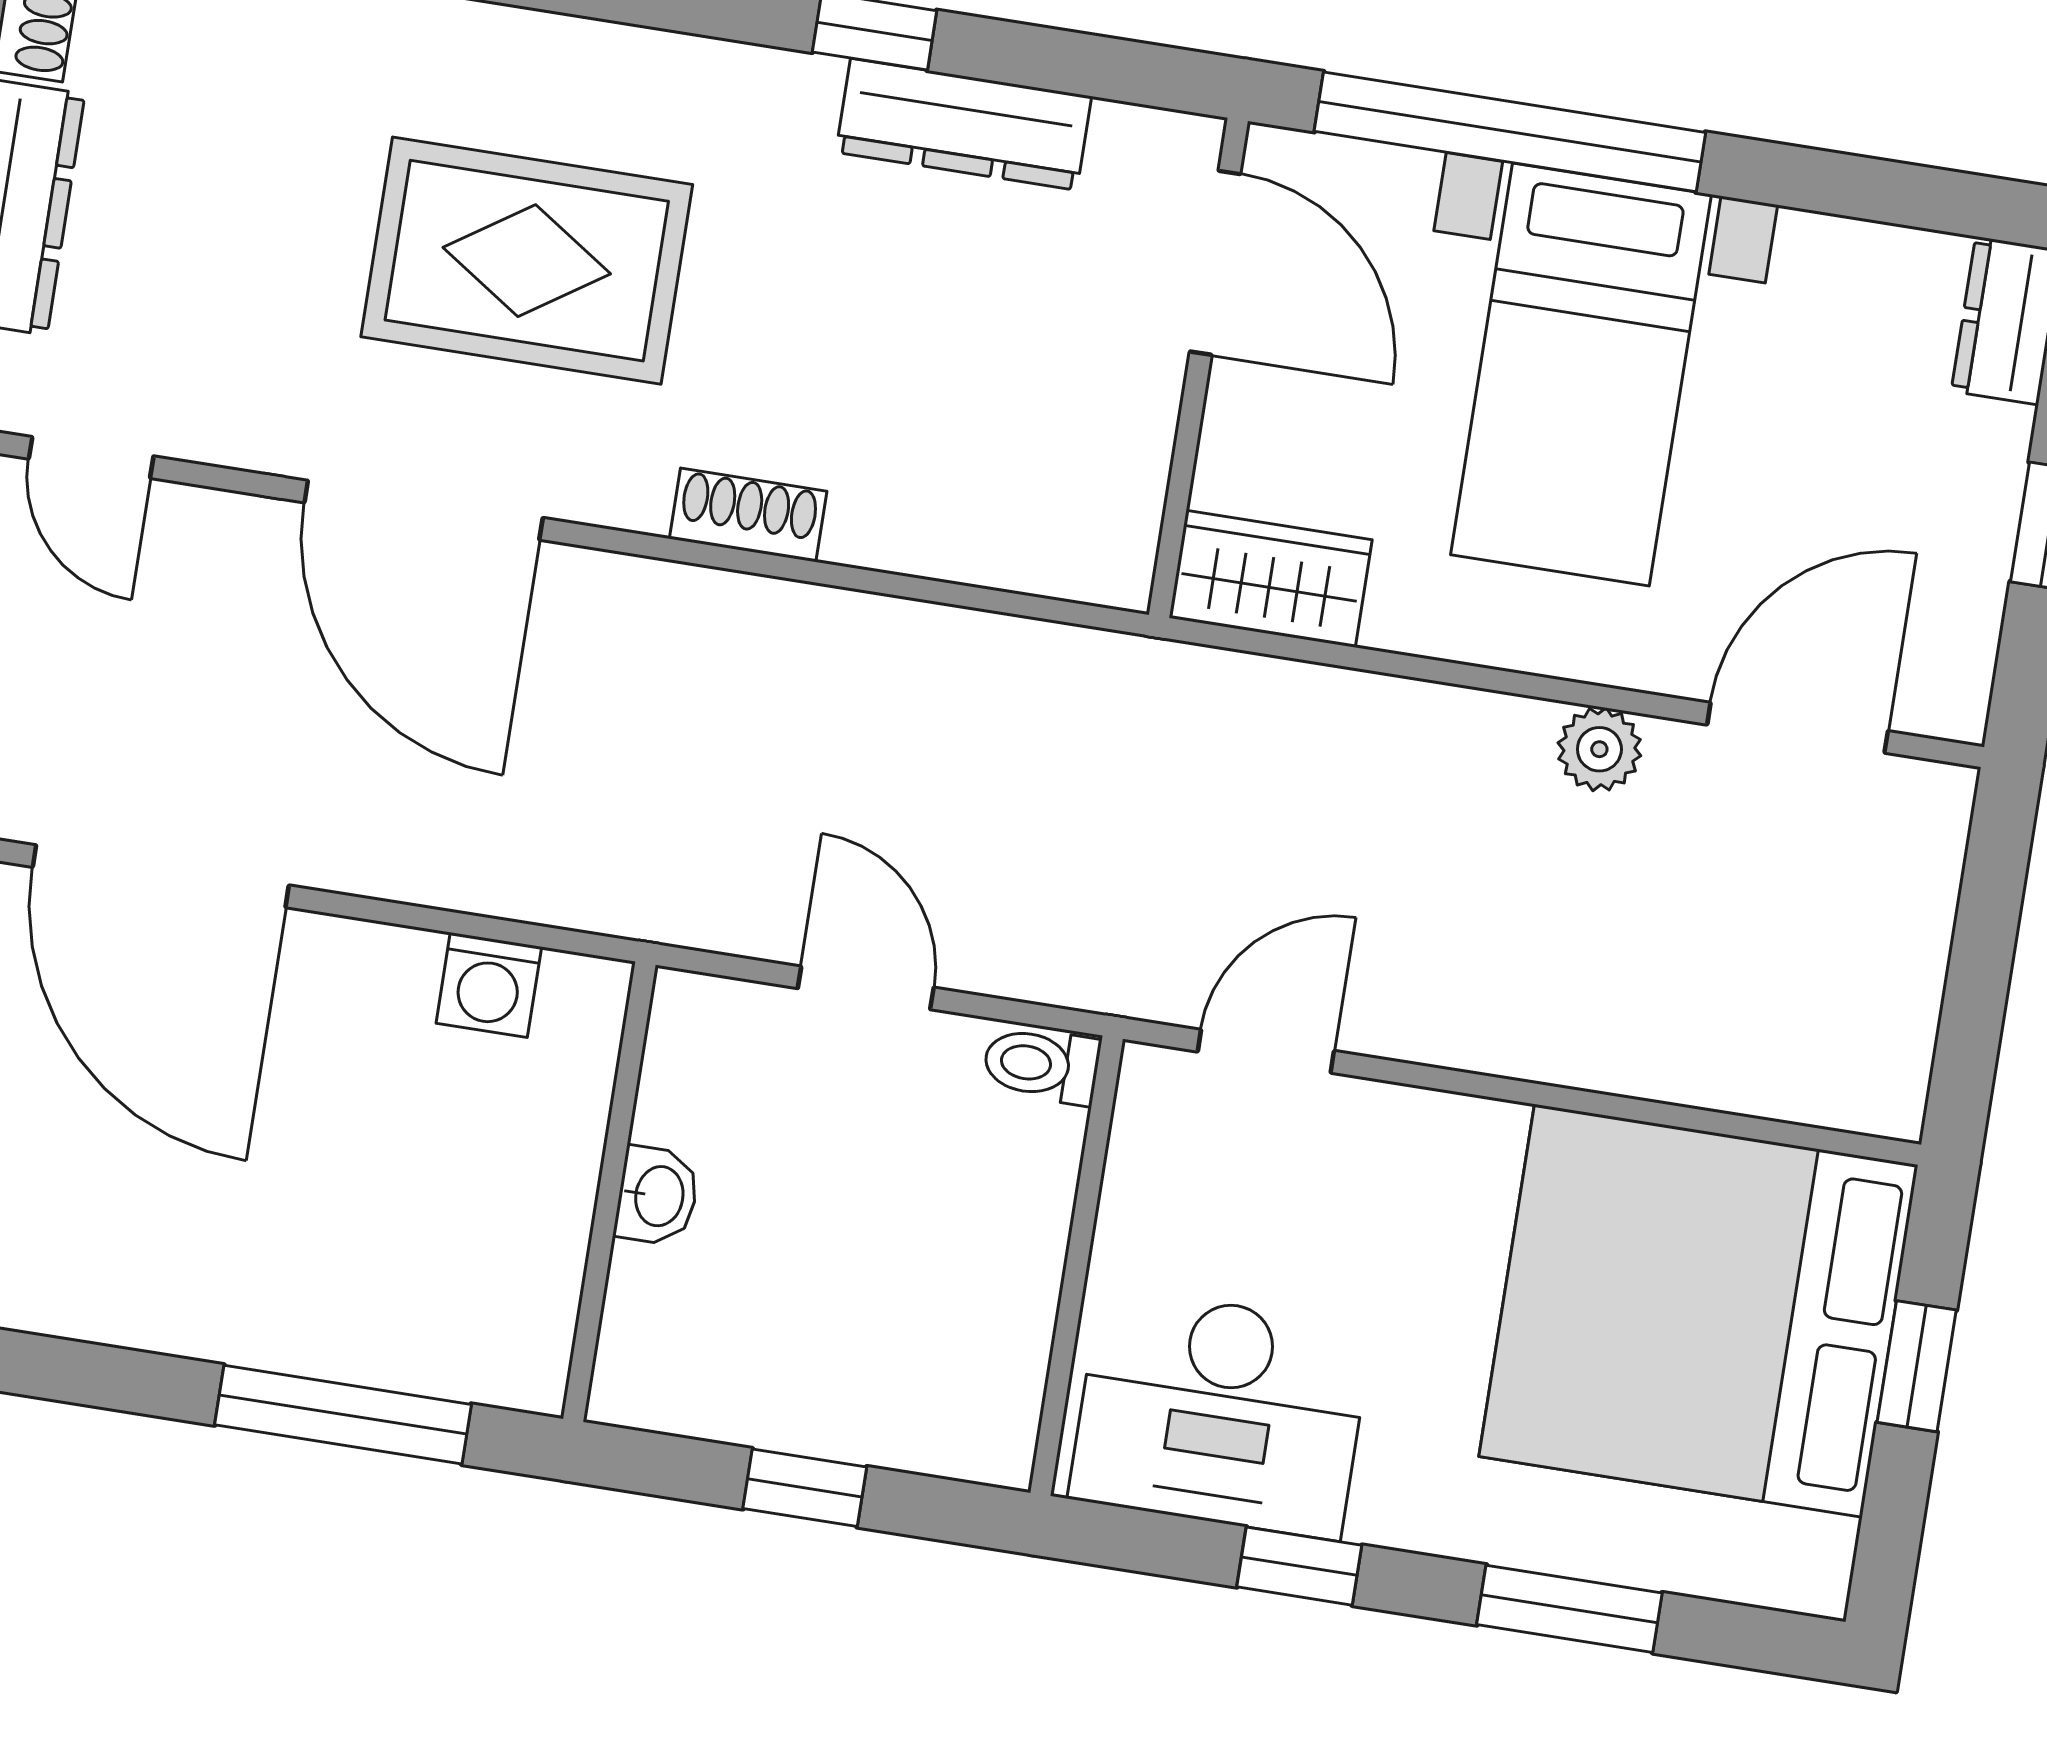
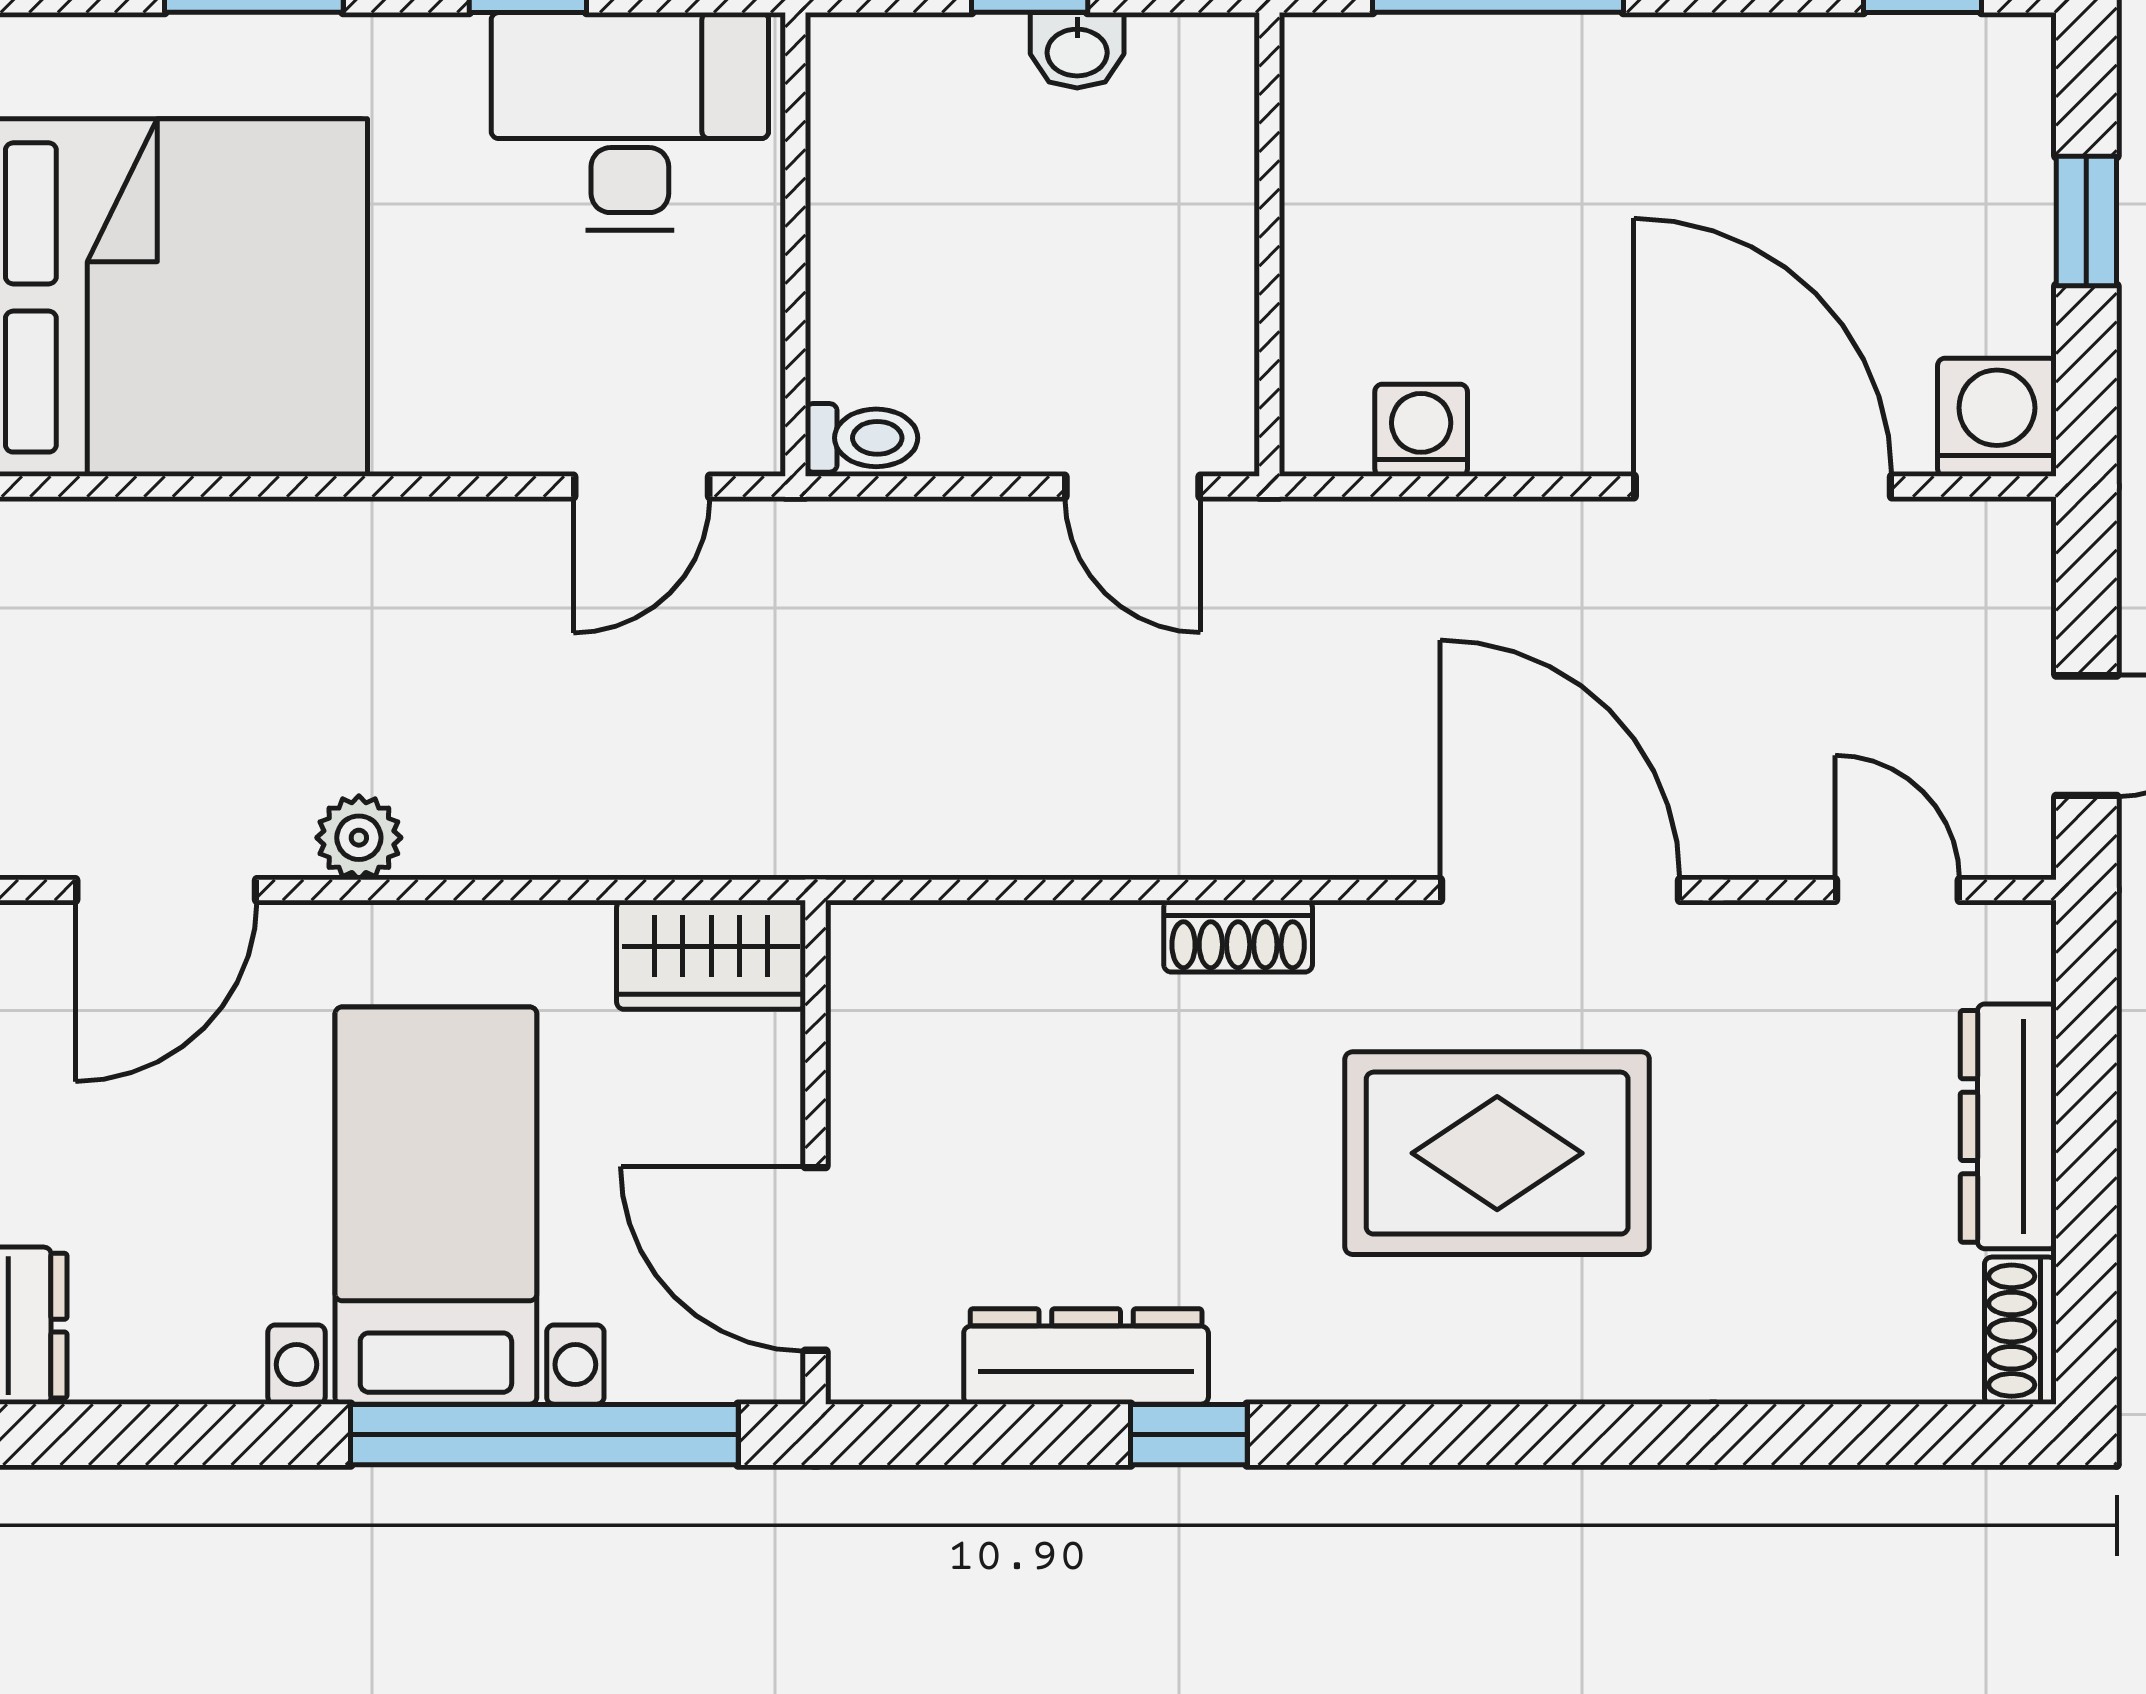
door: (866, 988) -> (1133, 487), moved
washbasin: (657, 1196) -> (1077, 50), moved, turned -90

